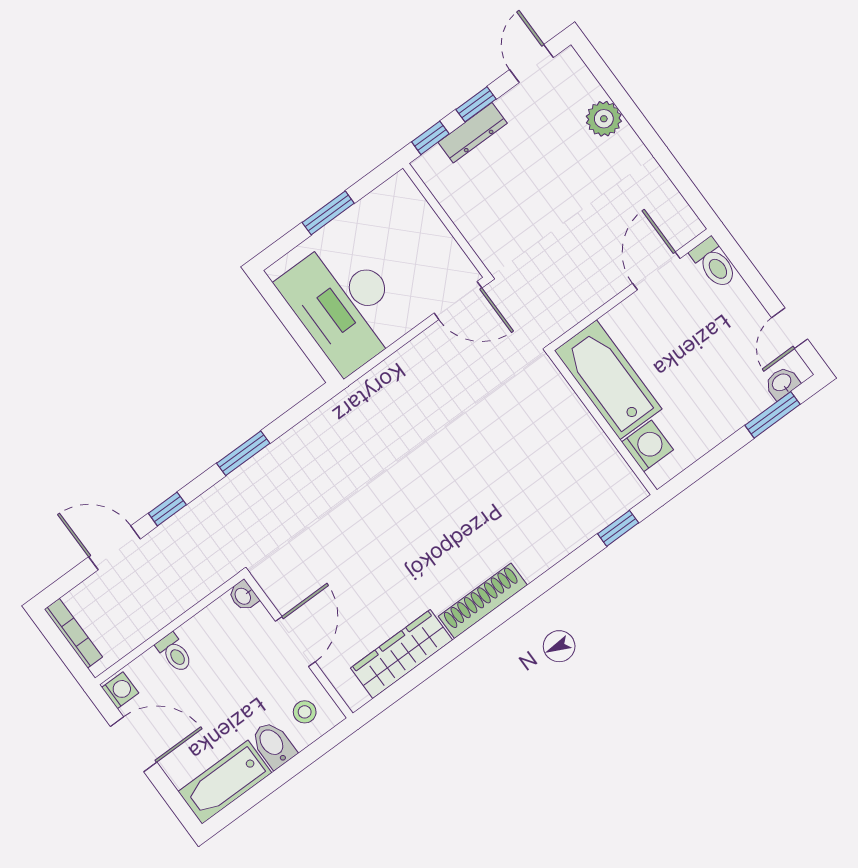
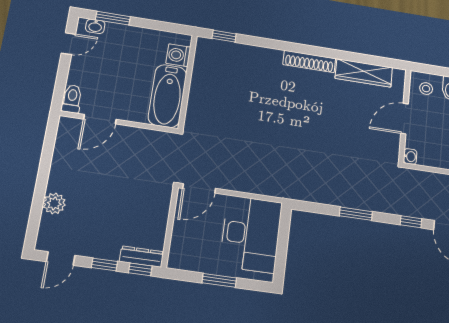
dresser: (473, 133) -> (141, 257), moved
door: (458, 301) -> (199, 188), swing flipped

